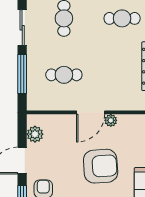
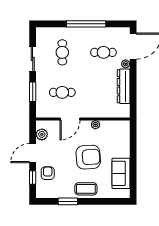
window: (22, 74) -> (33, 92), width x0.69
door: (91, 112) -> (70, 119), moved

